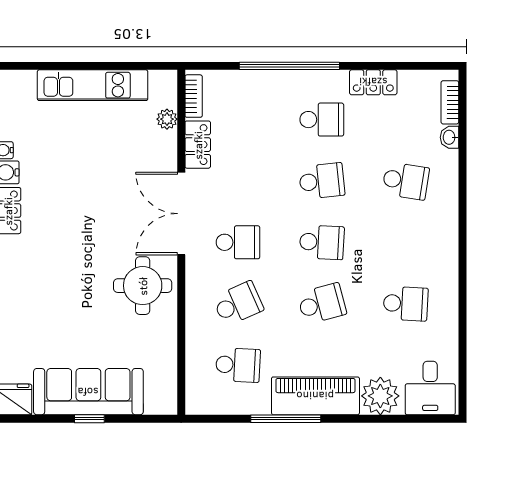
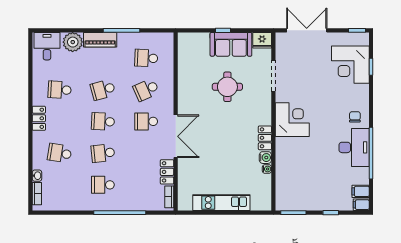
locker: (373, 82) -> (39, 118), moved, turned 90
plant: (167, 119) -> (183, 185), removed
round table: (143, 286) -> (227, 87), moved
sofa: (88, 392) -> (231, 44), width x0.73
piano: (315, 396) -> (100, 40), width x0.73, depth x0.75

